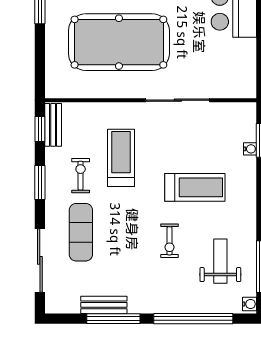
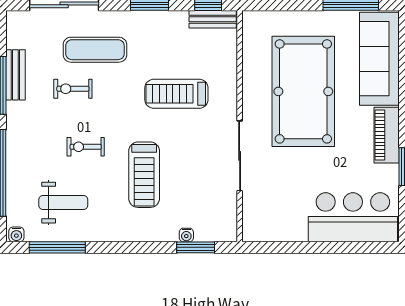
treadmill: (121, 158) -> (176, 94), turned 180
exercise bike: (81, 176) -> (73, 89), moved, turned 180

